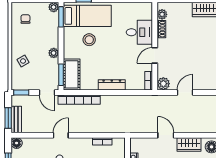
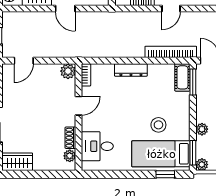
desk: (139, 32) -> (97, 146), moved
plant: (54, 53) -> (202, 129), moved
cot: (72, 74) -> (182, 77), width x0.73, depth x0.75
door: (185, 92) -> (24, 61), moved
door: (61, 135) -> (171, 9), moved

